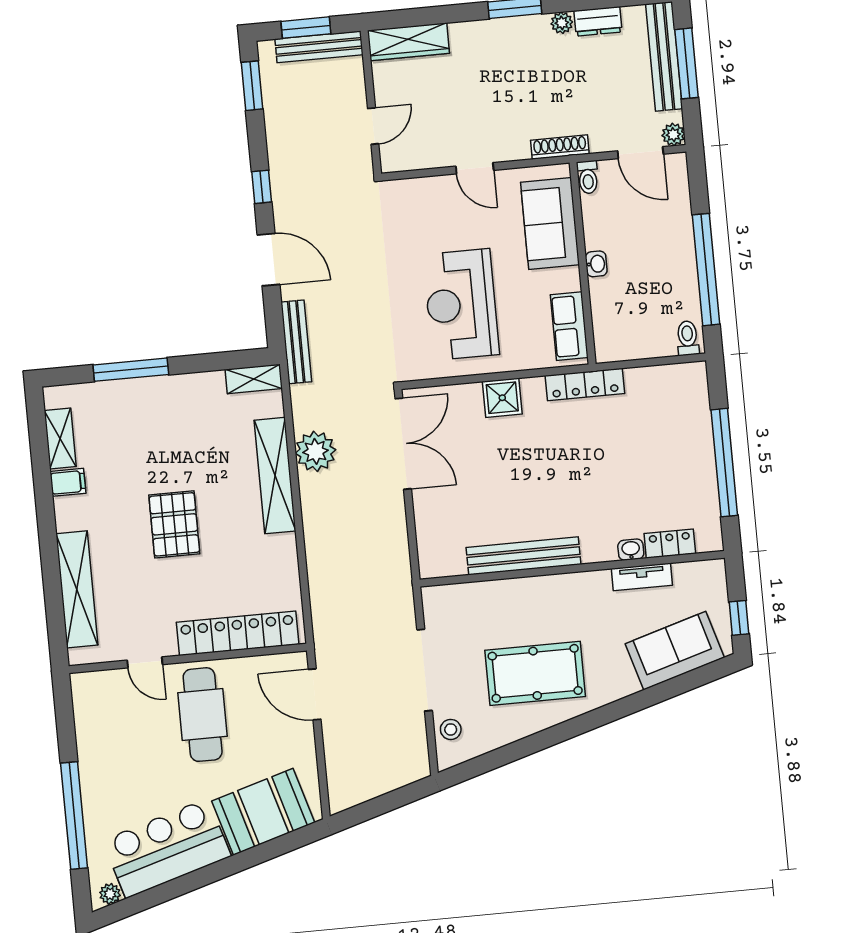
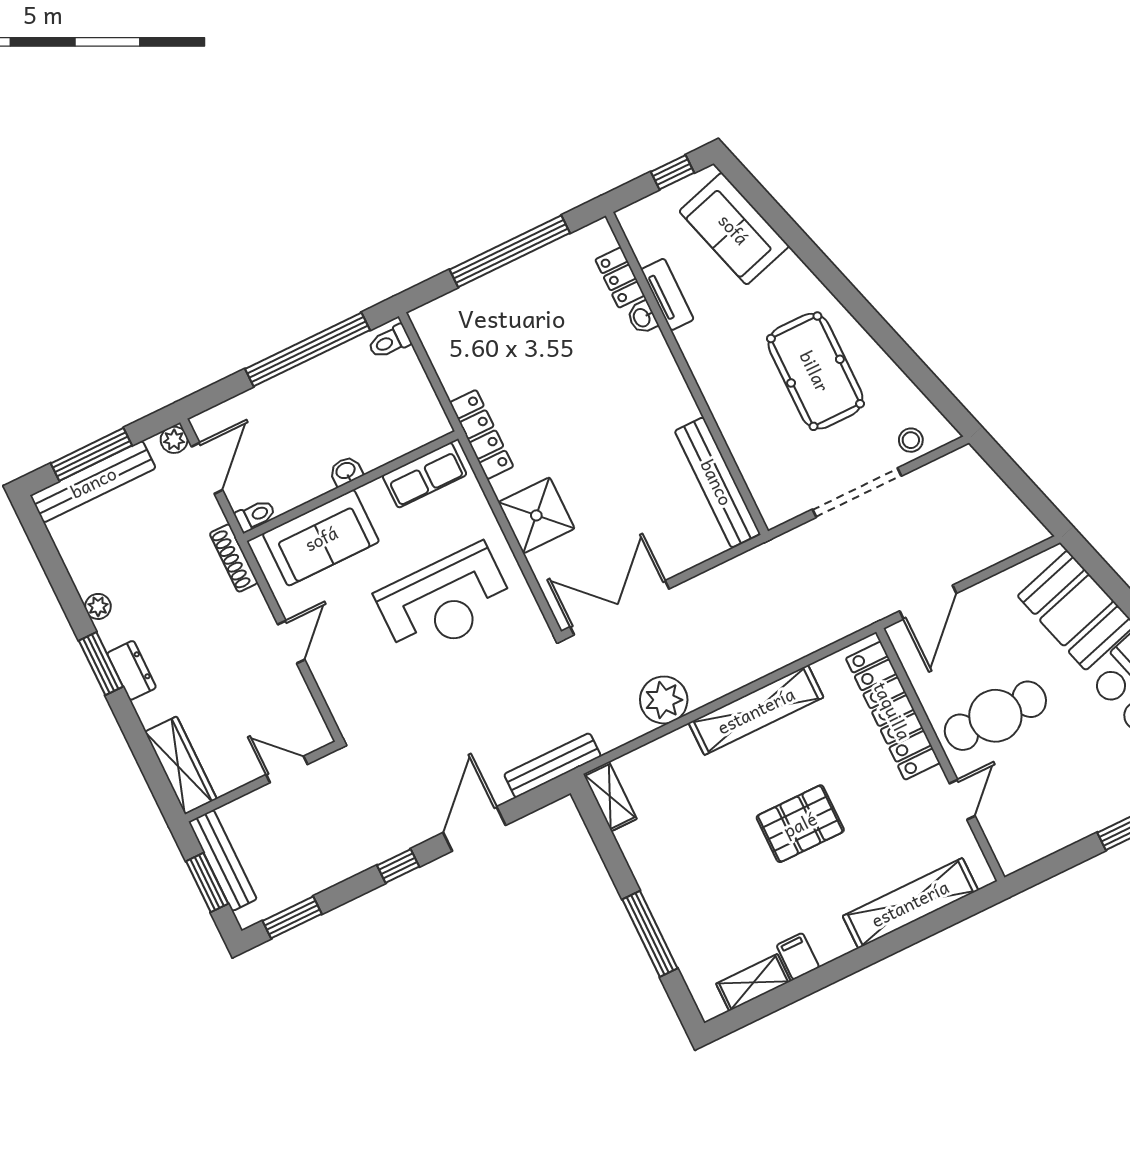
dresser: (598, 21) -> (132, 670), moved
shower: (502, 398) -> (536, 515), width x1.36, depth x1.36
shelving: (275, 476) -> (756, 710), moved
bench: (524, 556) -> (717, 482), moved

